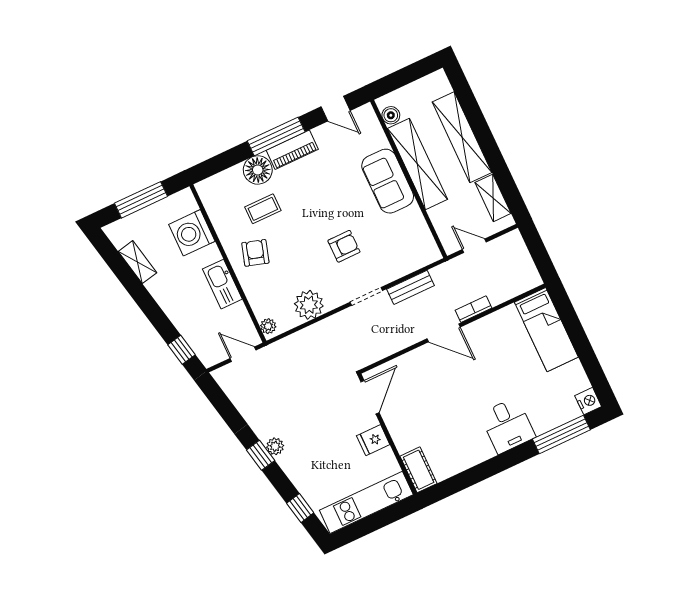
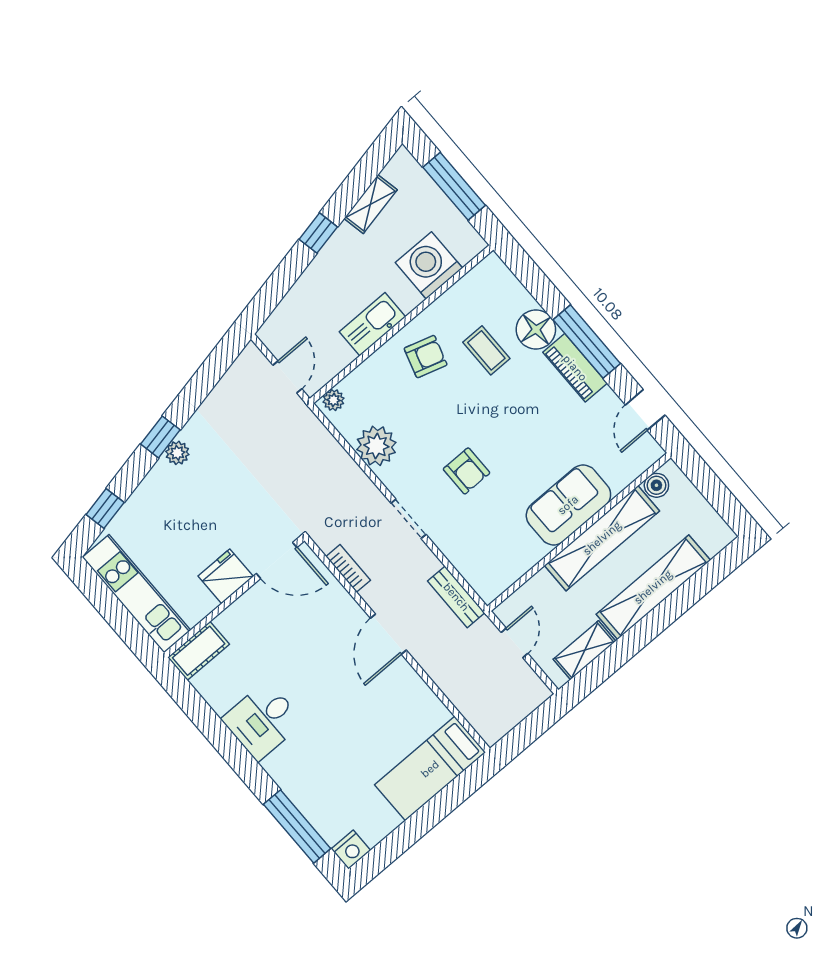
bench: (410, 287) -> (456, 597), moved
bookcase: (473, 309) -> (348, 568), moved
window: (182, 350) -> (318, 233), moved
desk: (508, 425) -> (263, 721), moved
fridge: (373, 440) -> (226, 576), width x1.38

